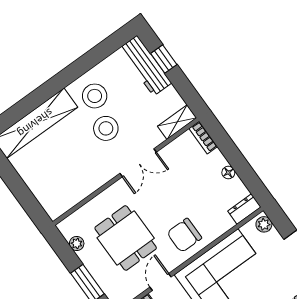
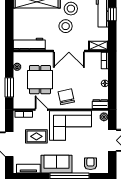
double door: (138, 163) -> (69, 51), width x1.37
workbench: (70, 196) -> (29, 44), added
chair: (184, 235) -> (66, 97), turned 78
door: (161, 282) -> (41, 110), hinge flipped

